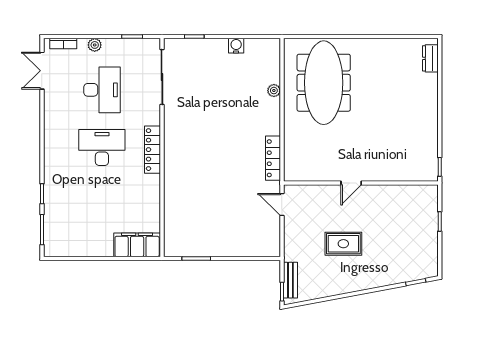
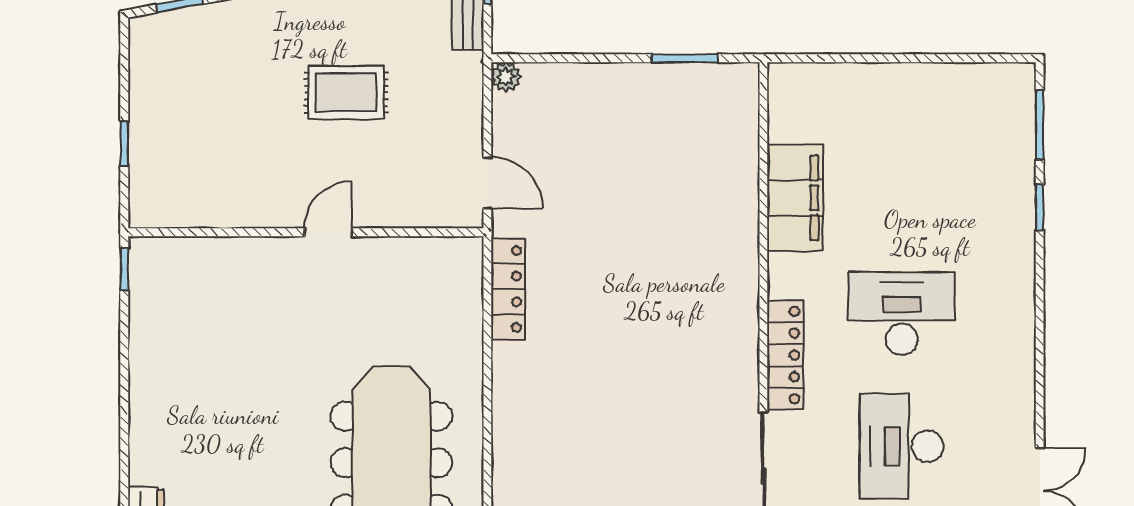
plant: (274, 91) -> (506, 77), moved
desk: (102, 148) -> (902, 314), turned 180
locker: (152, 150) -> (785, 355), moved
filing cabinet: (137, 245) -> (795, 198), moved, turned -90

